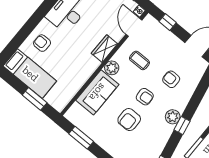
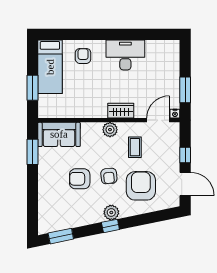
window: (168, 22) -> (185, 155), moved
armchair: (171, 79) -> (141, 186), width x1.88, depth x1.88
sofa: (97, 92) -> (59, 134), moved

